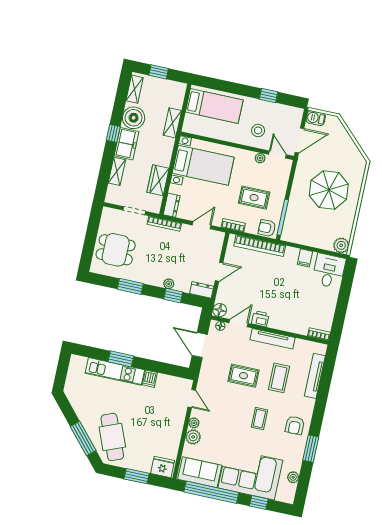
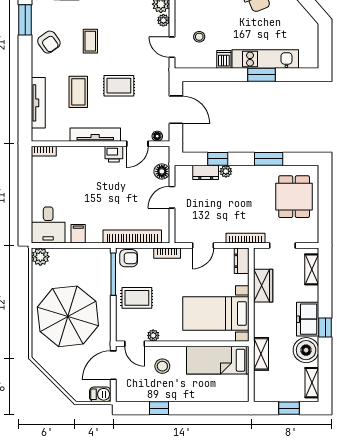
bed: (214, 106) -> (218, 360), moved
shelving: (117, 171) -> (312, 269), moved
parasol: (329, 190) -> (68, 316), width x1.36, depth x1.36
rug: (254, 198) -> (137, 298), moved
dining table: (116, 250) -> (294, 197), turned 90
dresser: (202, 290) -> (206, 172), moved
floor lamp: (220, 310) -> (162, 171), moved
stool: (167, 402) -> (199, 37), added
armchair: (295, 425) -> (49, 42), turned 145

